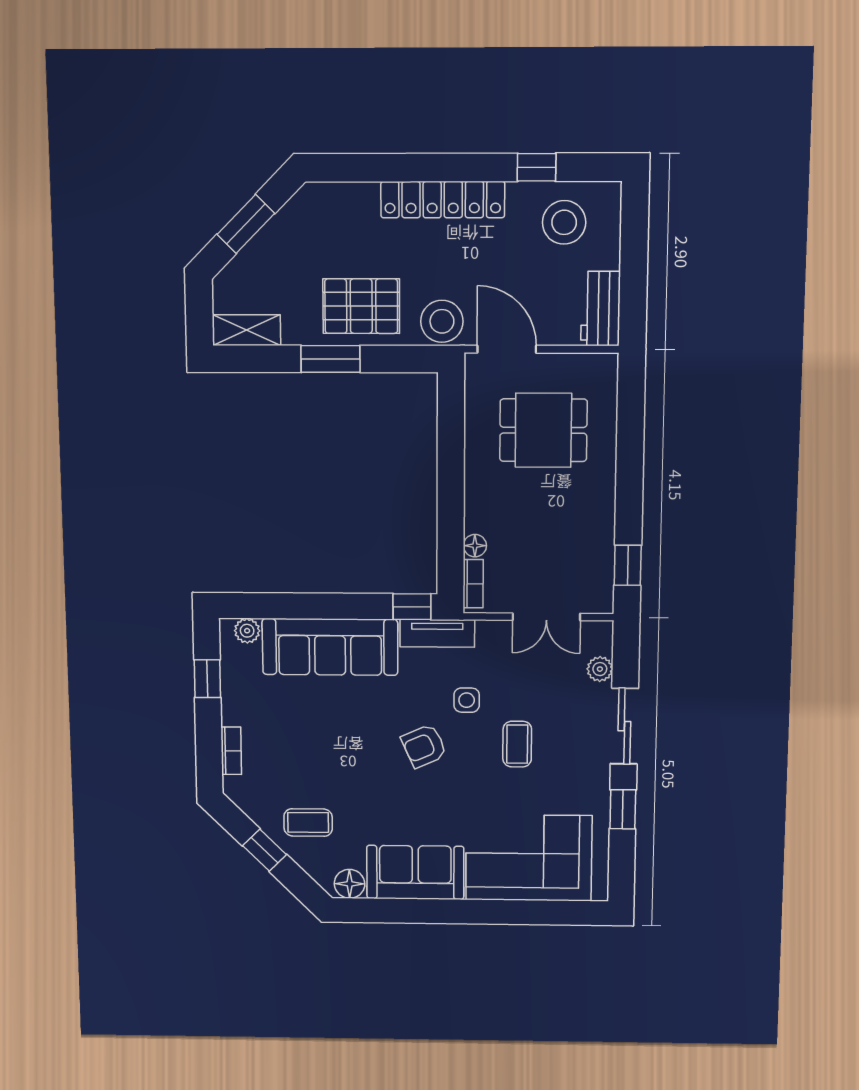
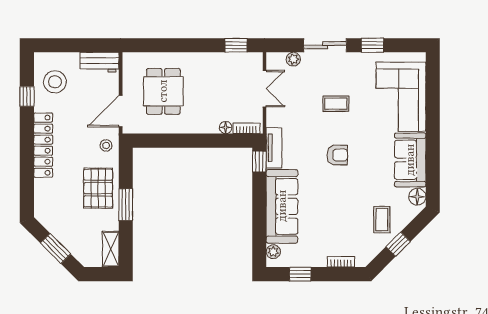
stool: (442, 321) -> (106, 145), width x0.53, depth x0.53
side table: (467, 700) -> (311, 132), removed
armchair: (424, 746) -> (337, 155), turned -66

